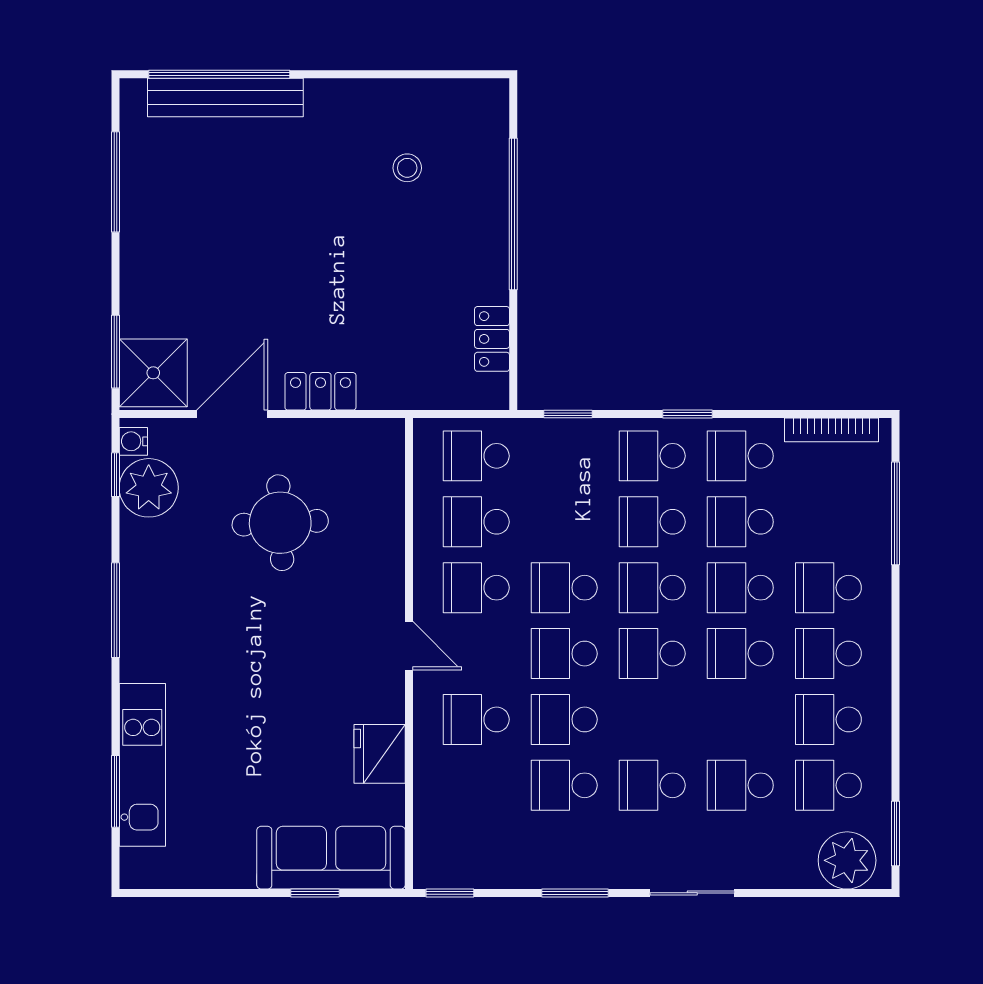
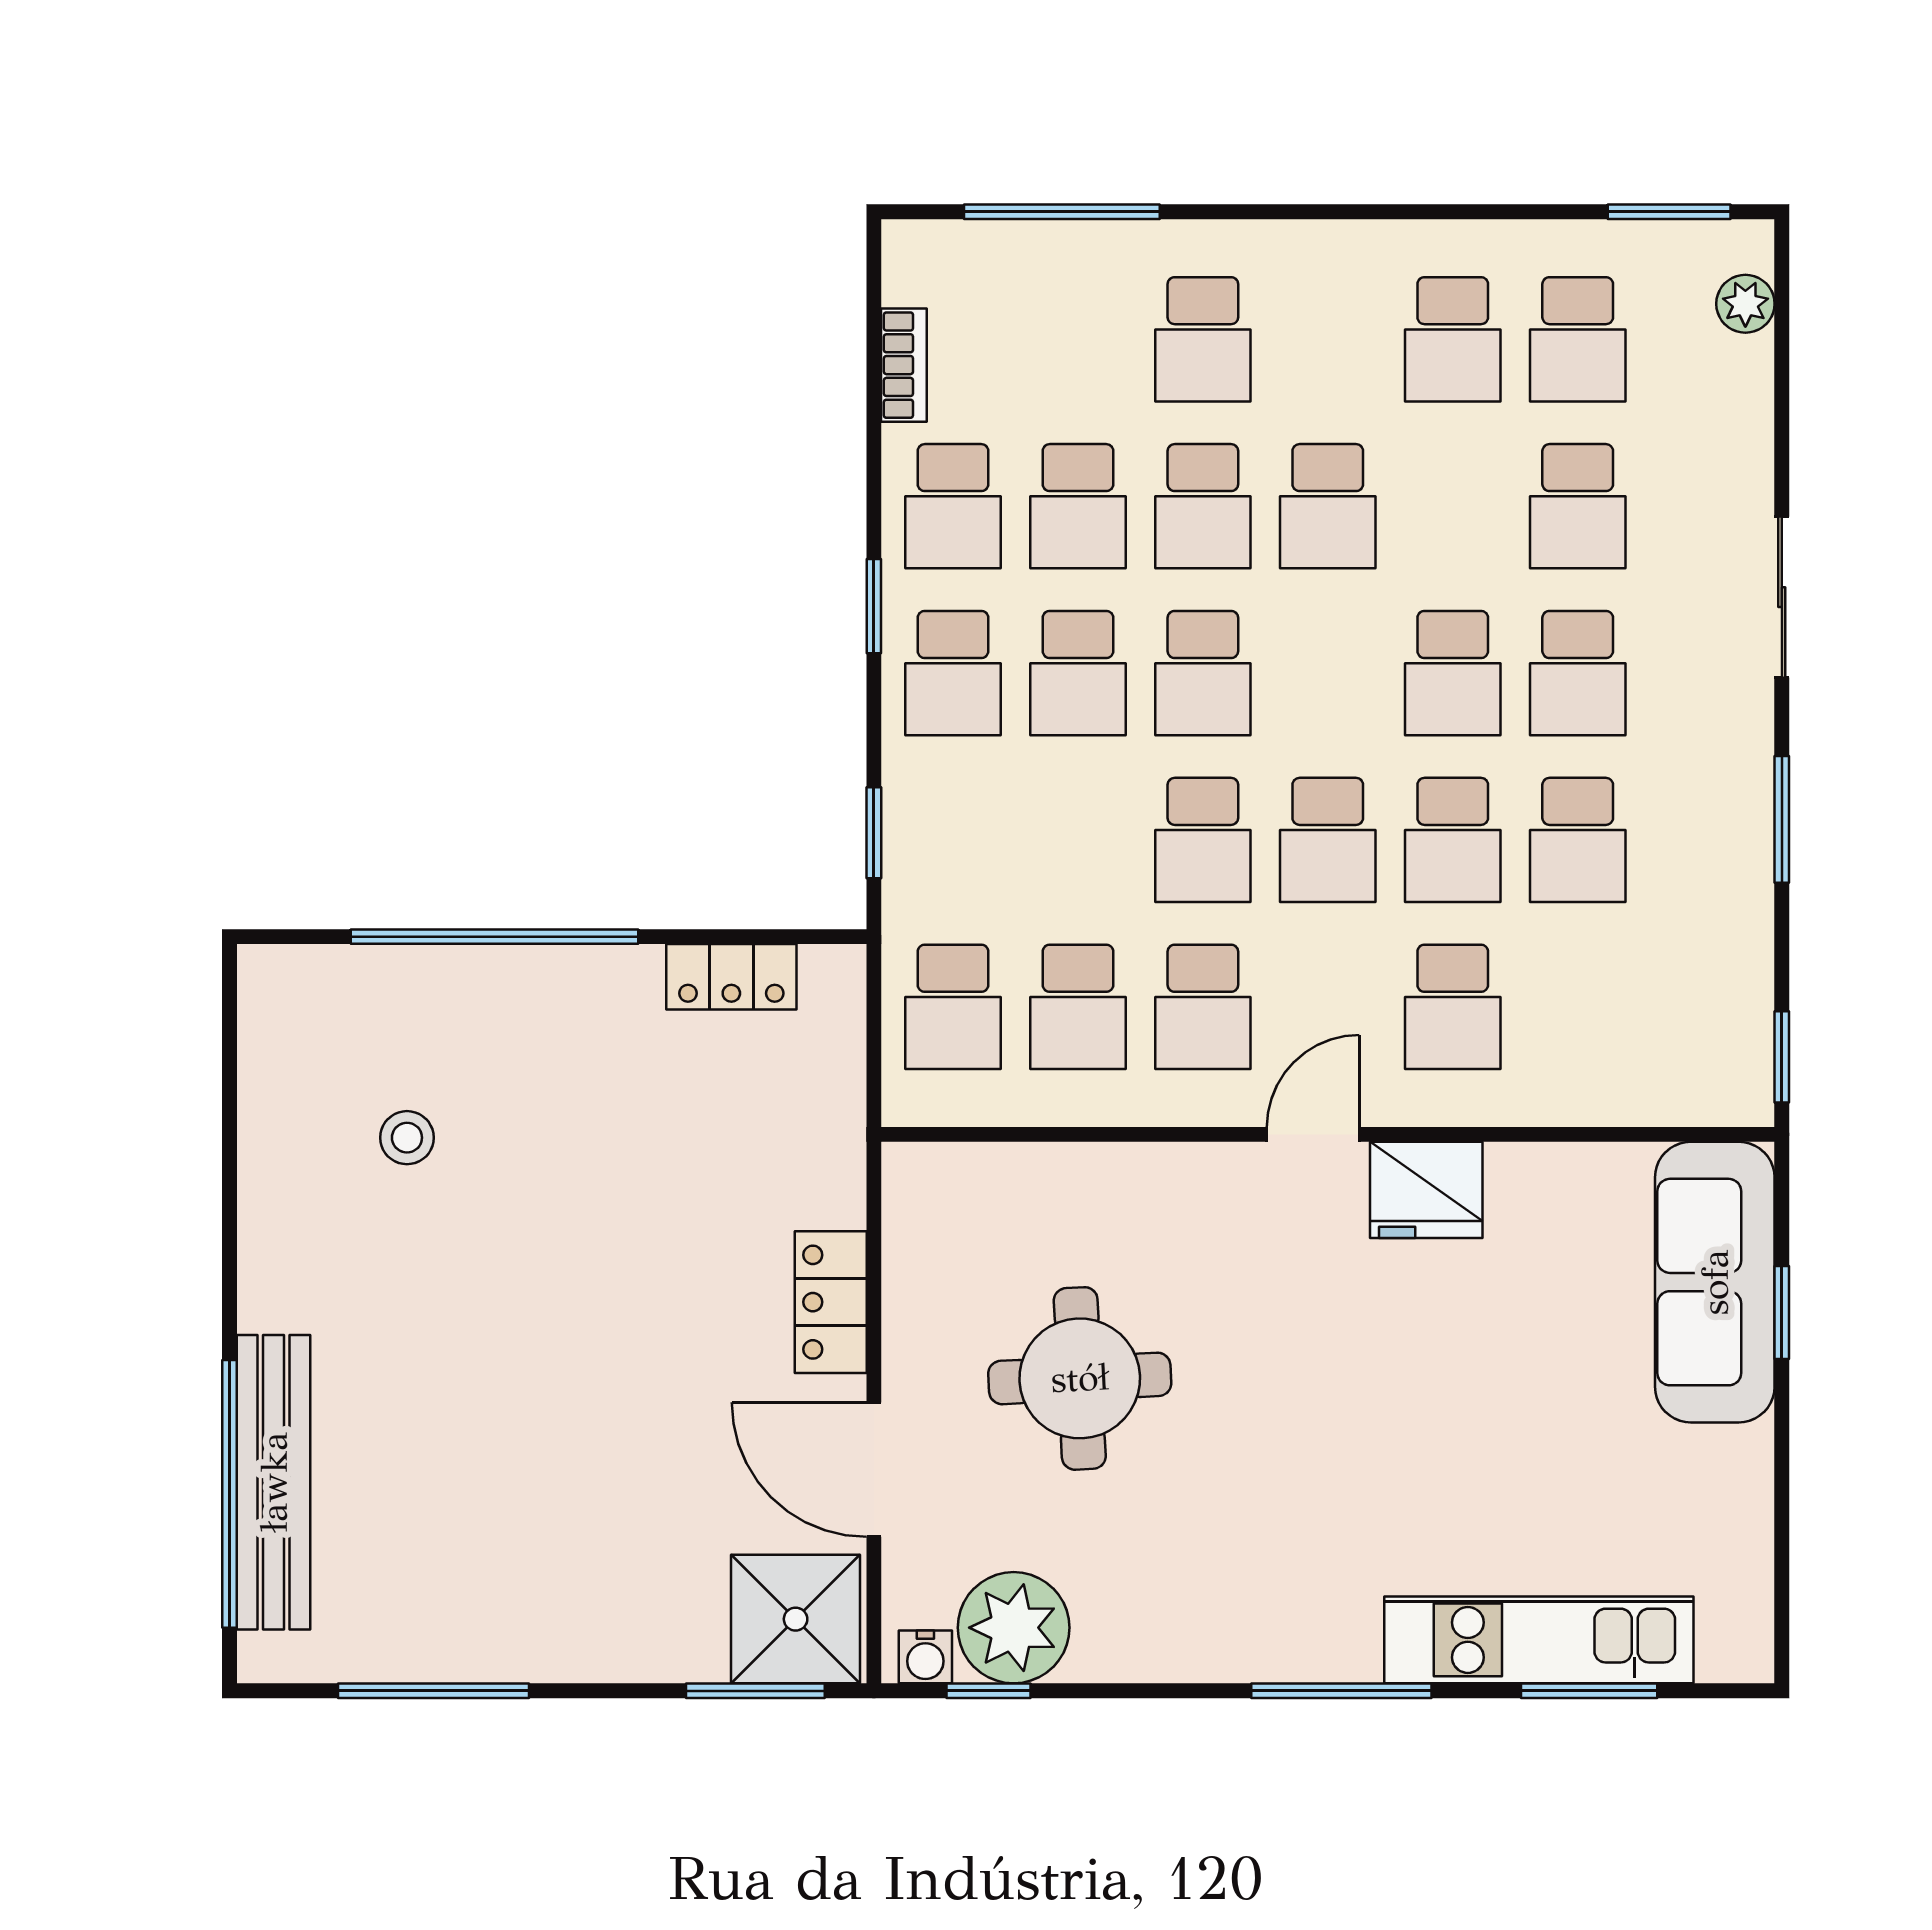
bookcase: (832, 430) -> (904, 365), width x0.64
window: (115, 610) -> (1341, 1691), moved
school desk: (652, 654) -> (1453, 673), moved
school desk: (828, 654) -> (1328, 339), removed
fridge: (380, 754) -> (1426, 1190), moved
plant: (847, 860) -> (1745, 304), width x0.53, depth x0.53

